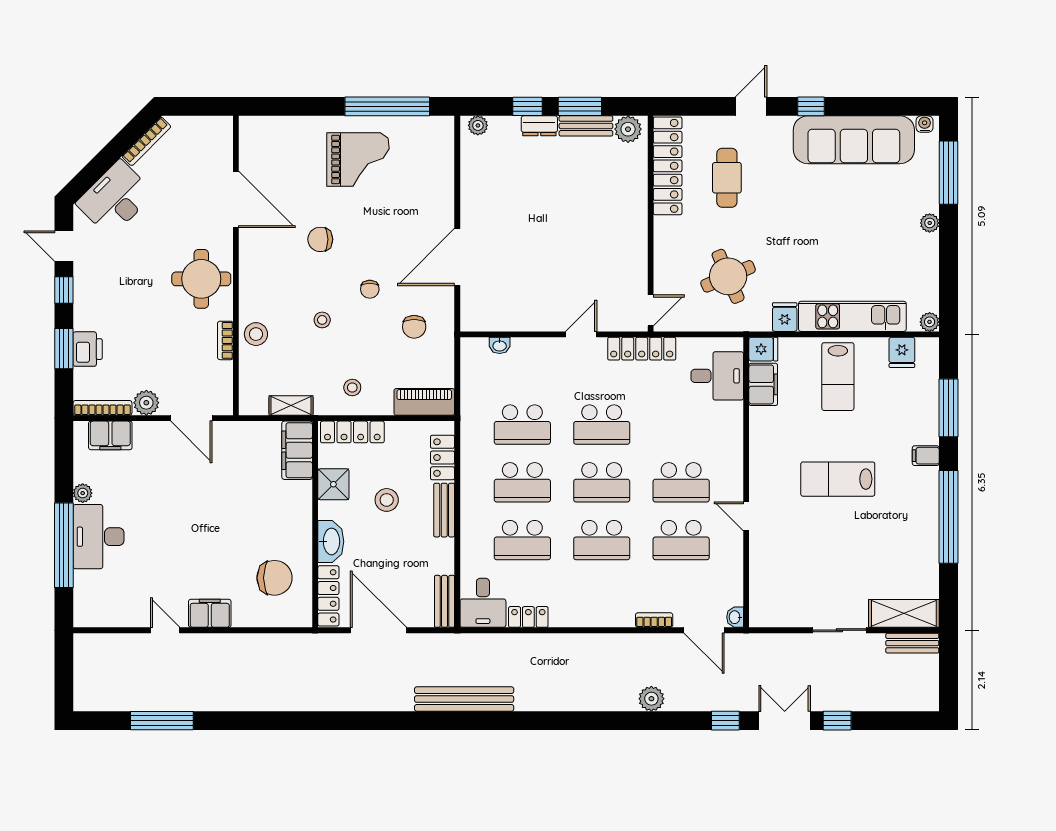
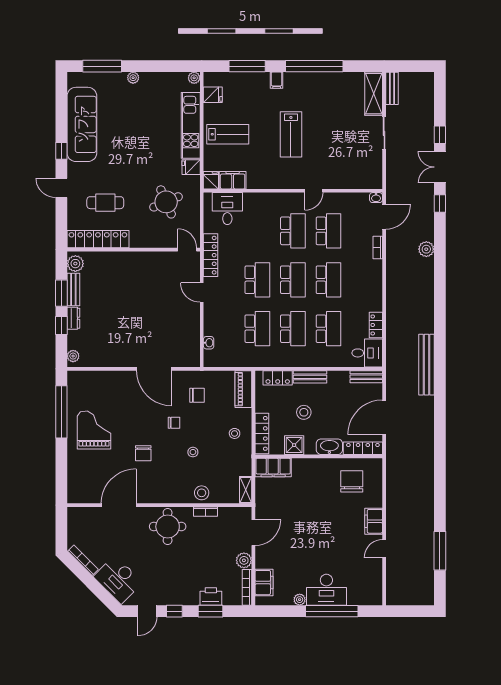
water cooler: (925, 124) -> (72, 81), removed
shelving: (291, 406) -> (246, 490), moved

